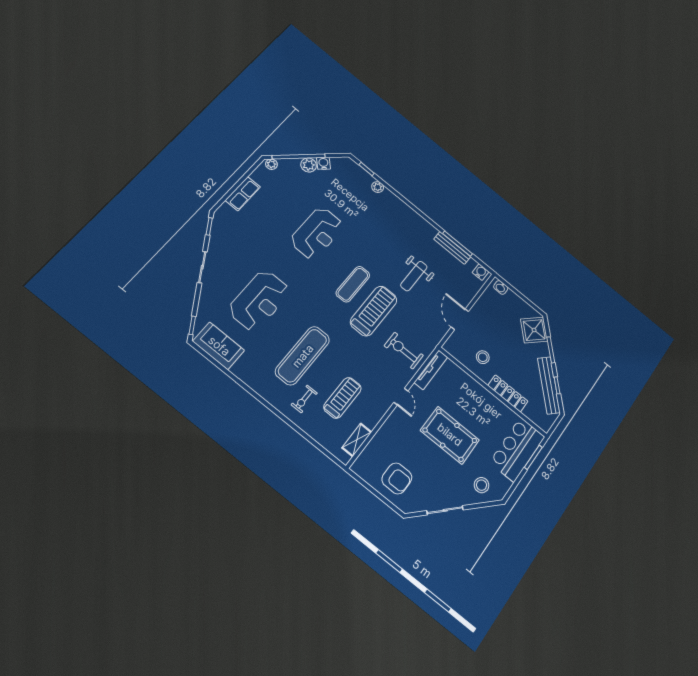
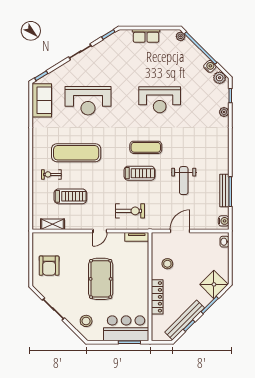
plant: (309, 165) -> (220, 78), moved
weight bench: (414, 276) -> (184, 181), turned -90
treadmill: (374, 311) -> (140, 173), width x0.73, depth x0.73
exercise bike: (404, 351) -> (130, 211), turned 90
tv unit: (431, 370) -> (137, 237), width x0.71

